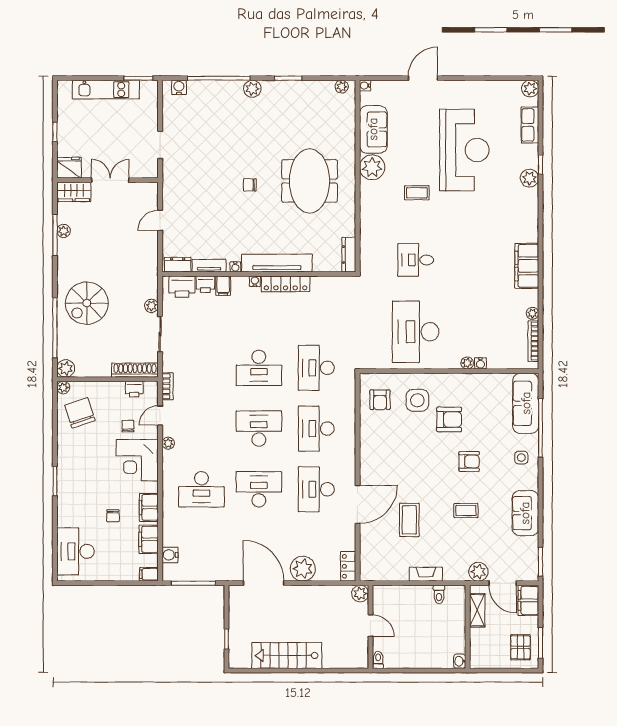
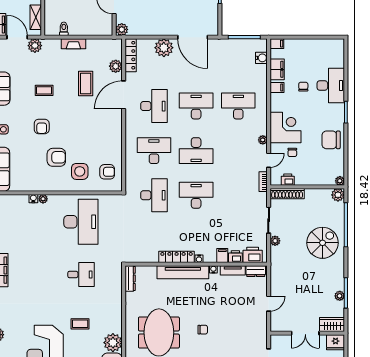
armchair: (380, 400) -> (107, 172), turned 90
chair: (80, 413) -> (331, 140), moved, turned 108
armchair: (449, 419) -> (56, 157), turned 180
desk: (316, 429) -> (154, 151), turned -90
armchair: (469, 462) -> (42, 126), turned -90
desk: (259, 489) -> (196, 106), turned 180
filing cabinet: (149, 507) -> (277, 88), width x0.50
plant: (368, 543) -> (116, 66), added
desk: (75, 551) -> (331, 85), moved
locker: (348, 566) -> (131, 55), width x1.53

